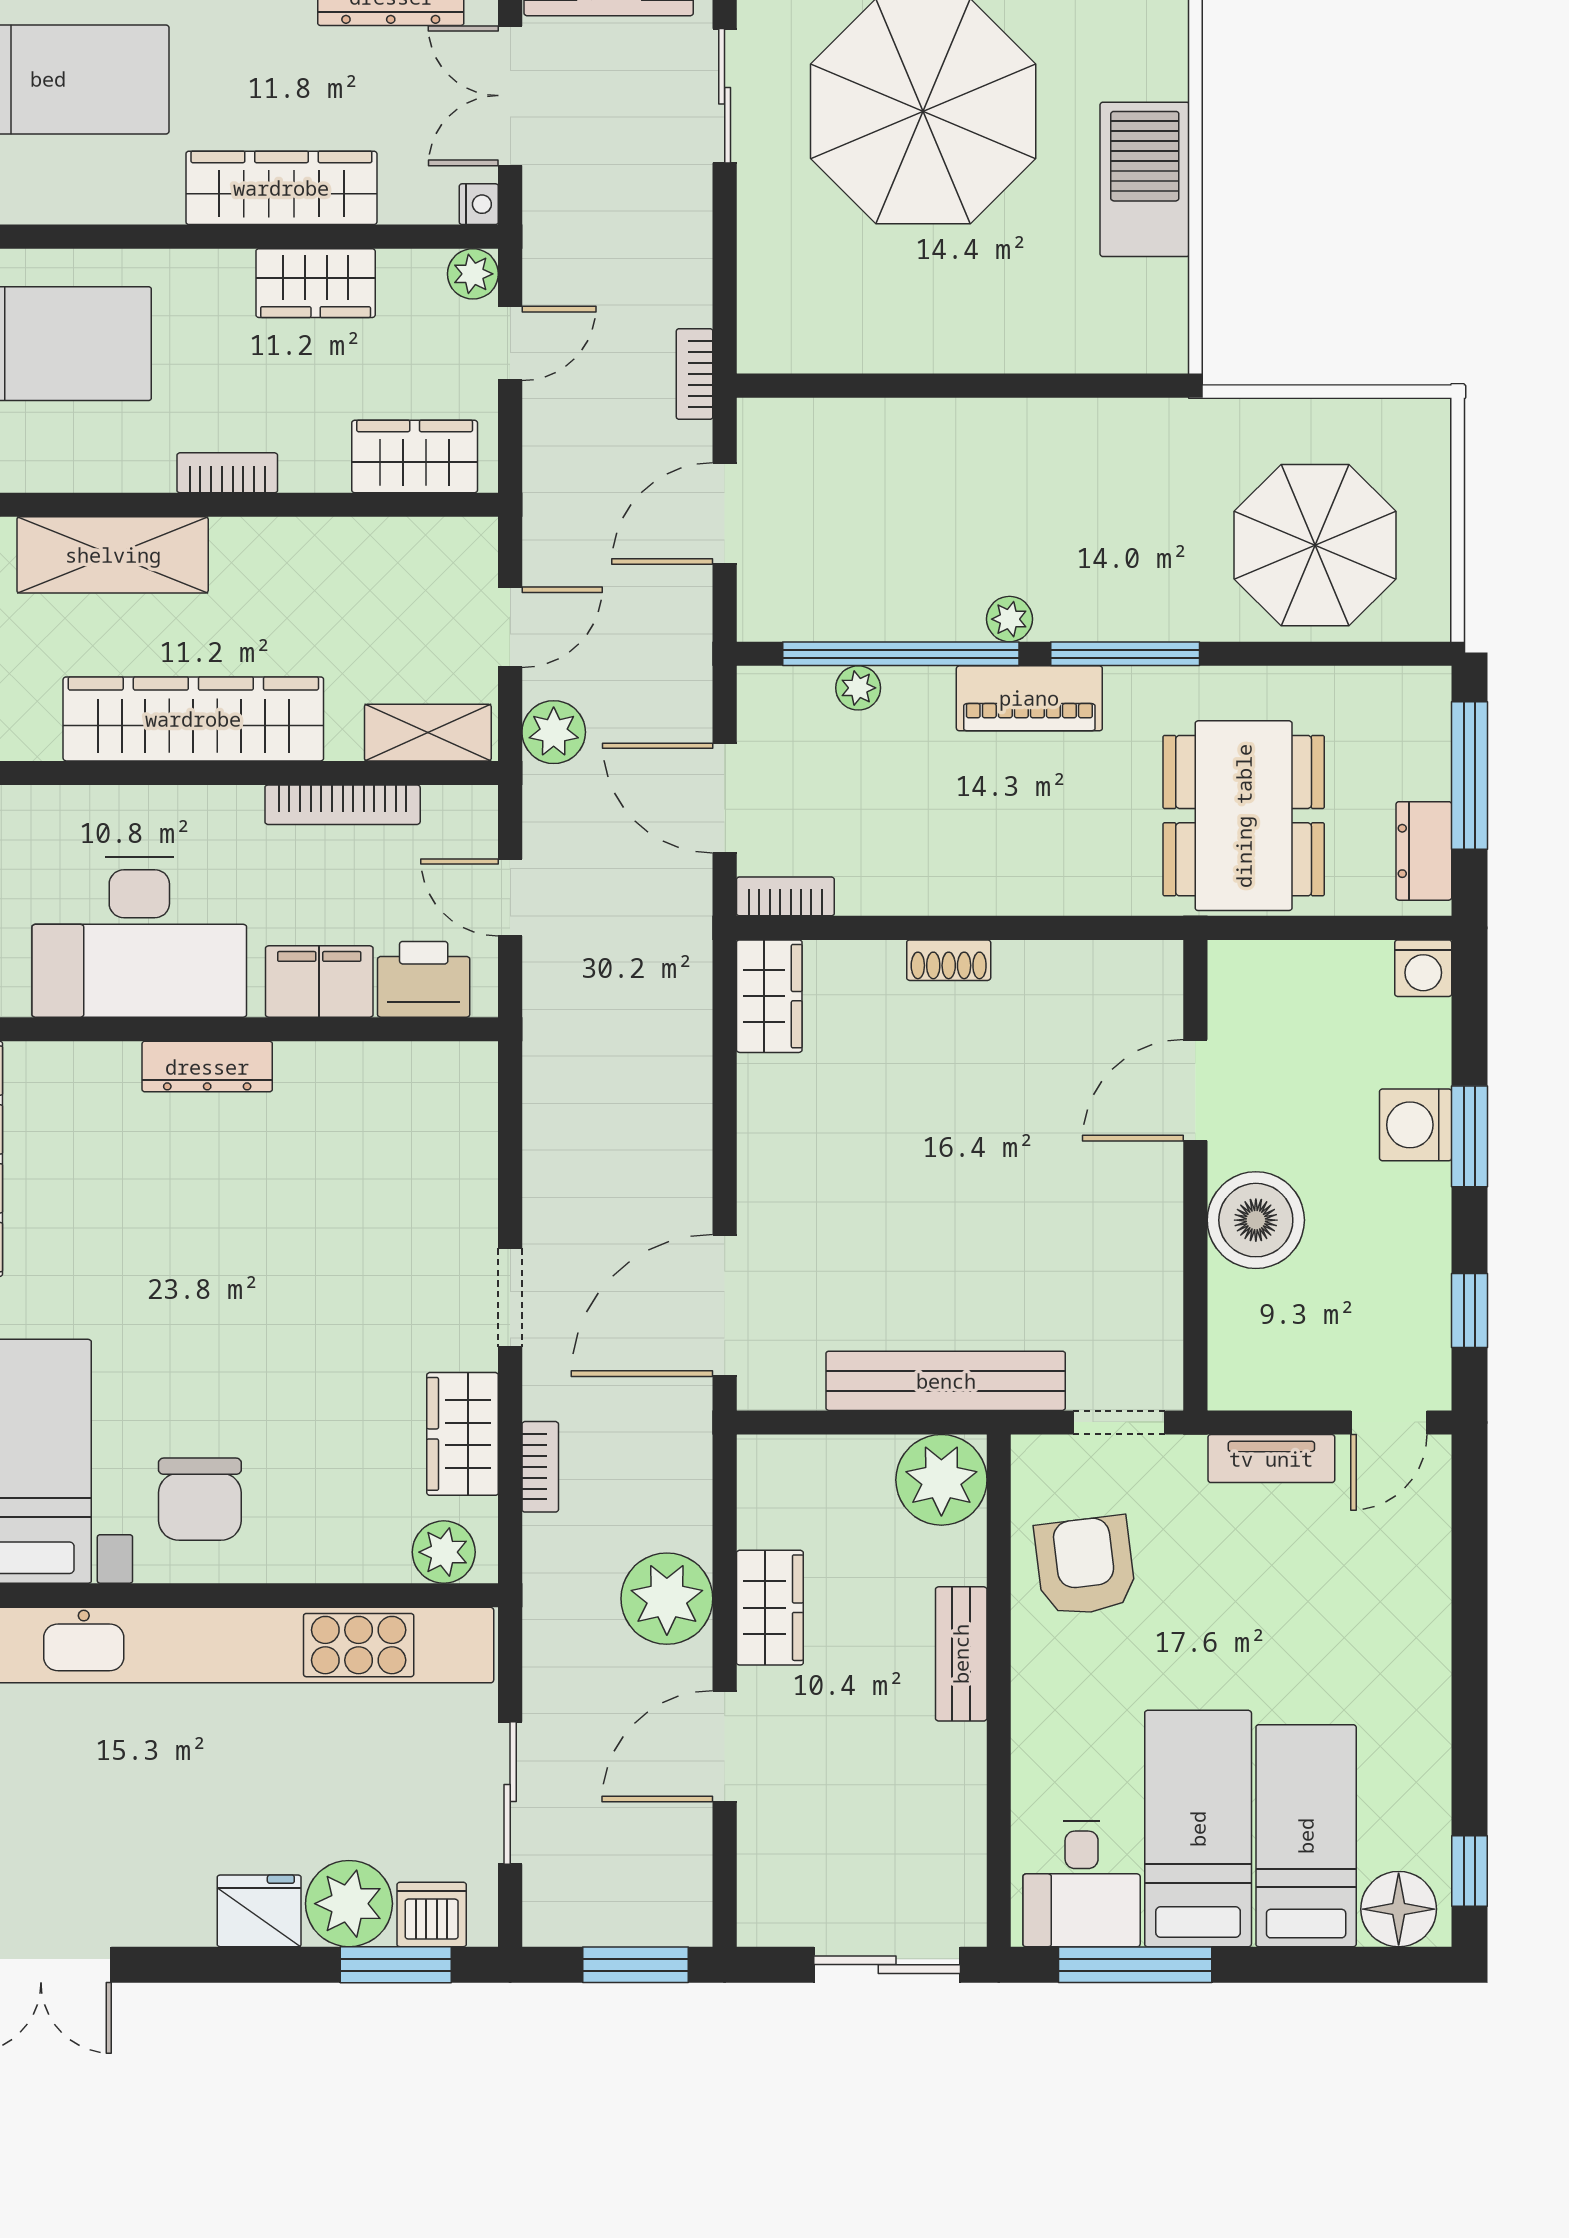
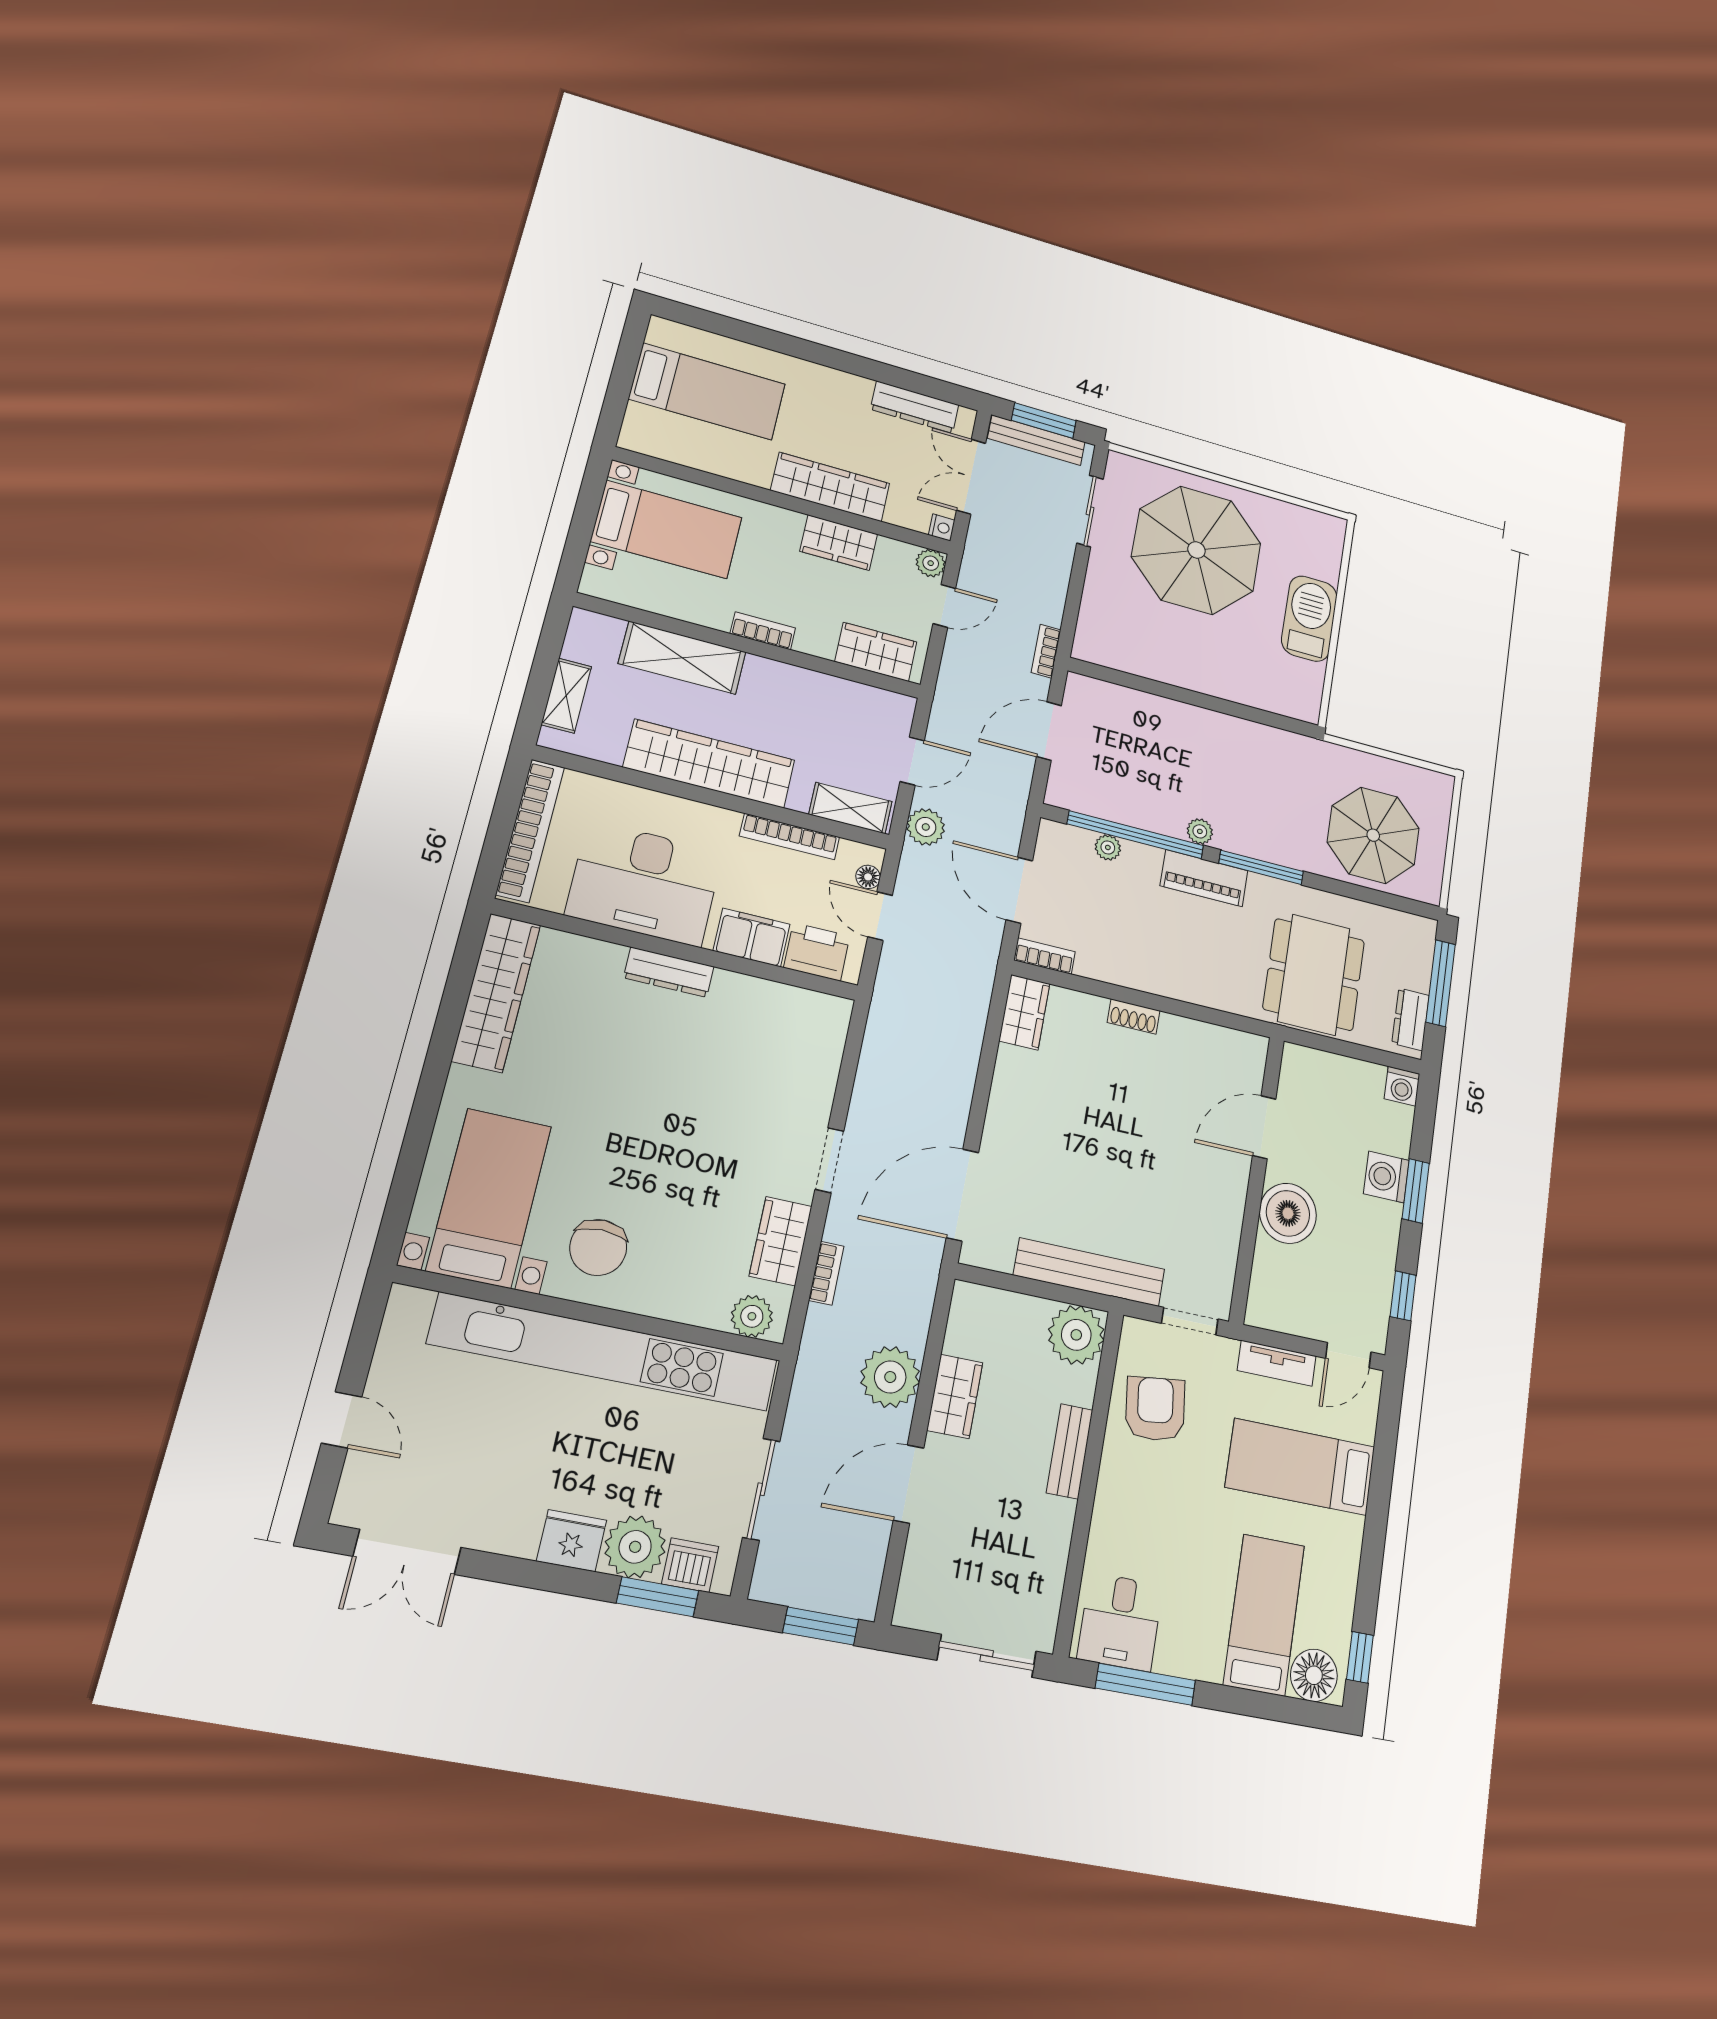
floor lamp: (479, 839) -> (868, 877), added
bed: (1198, 1829) -> (1300, 1467), moved, turned -90

